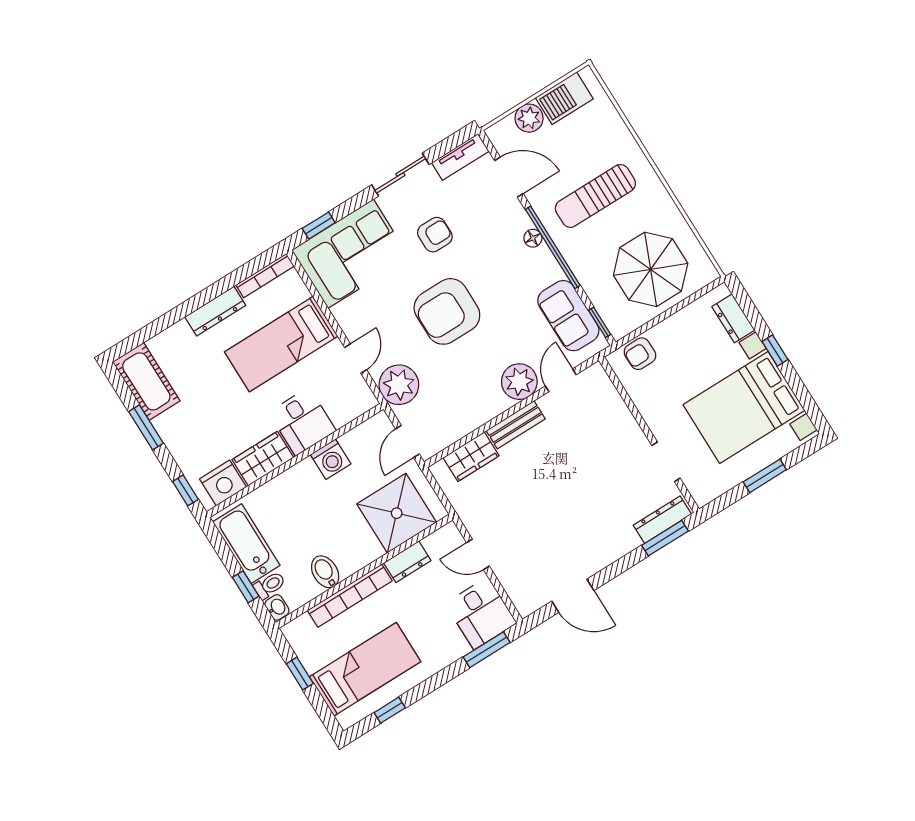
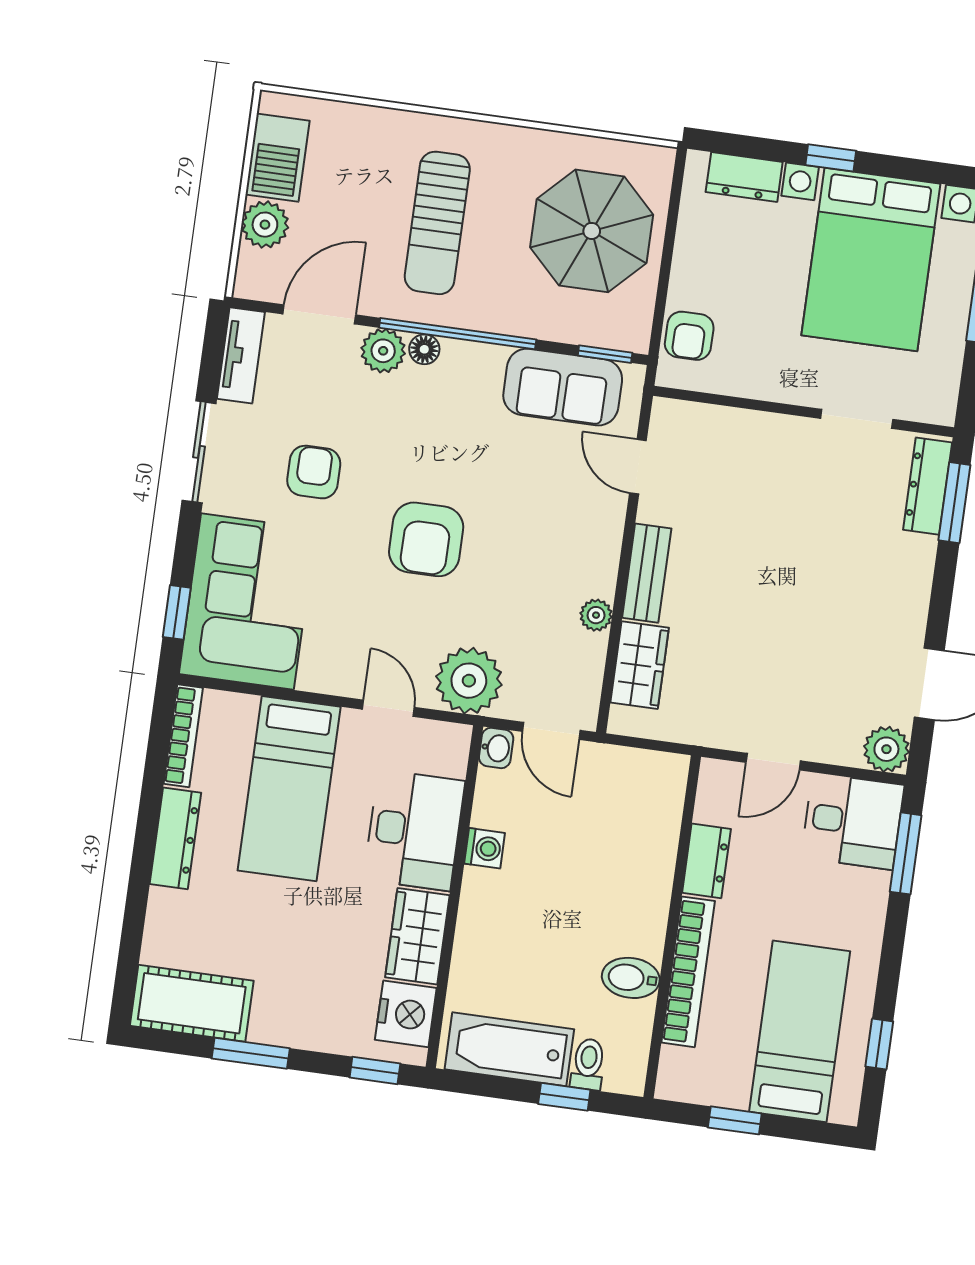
plant: (517, 220) -> (383, 351), added
armchair: (447, 311) -> (426, 539), width x0.73, depth x0.73
plant: (519, 382) -> (596, 615), moved, width x0.53, depth x0.53
desk: (302, 422) -> (414, 830), width x1.37
washing machine: (331, 459) -> (485, 848), width x0.73, depth x0.73
shower: (397, 513) -> (632, 822), removed
plant: (527, 601) -> (886, 749), added
washbasin: (277, 607) -> (496, 748), moved, turned 90

